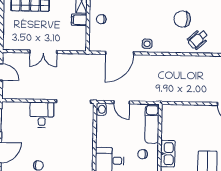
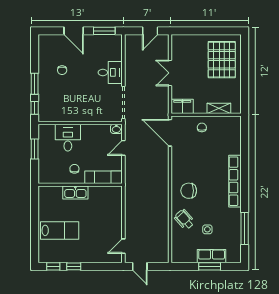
chair: (182, 19) -> (189, 191), moved, turned -93
filing cabinet: (79, 20) -> (182, 106), moved, width x2.00
side table: (147, 44) -> (207, 229), moved
door: (120, 53) -> (170, 133), moved

